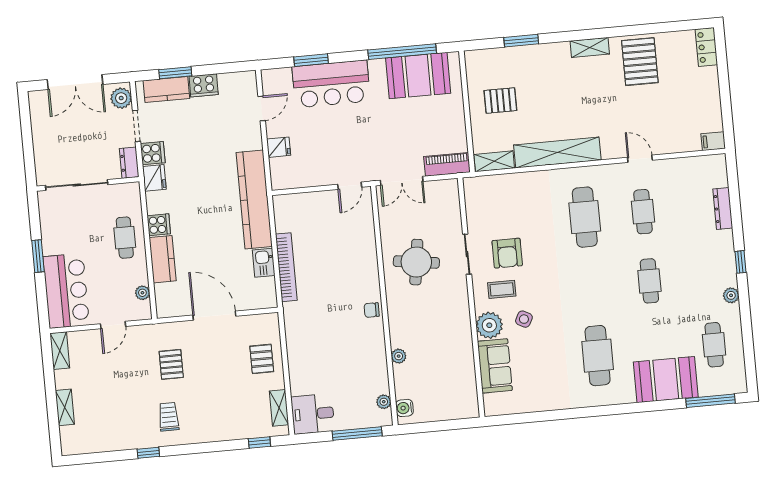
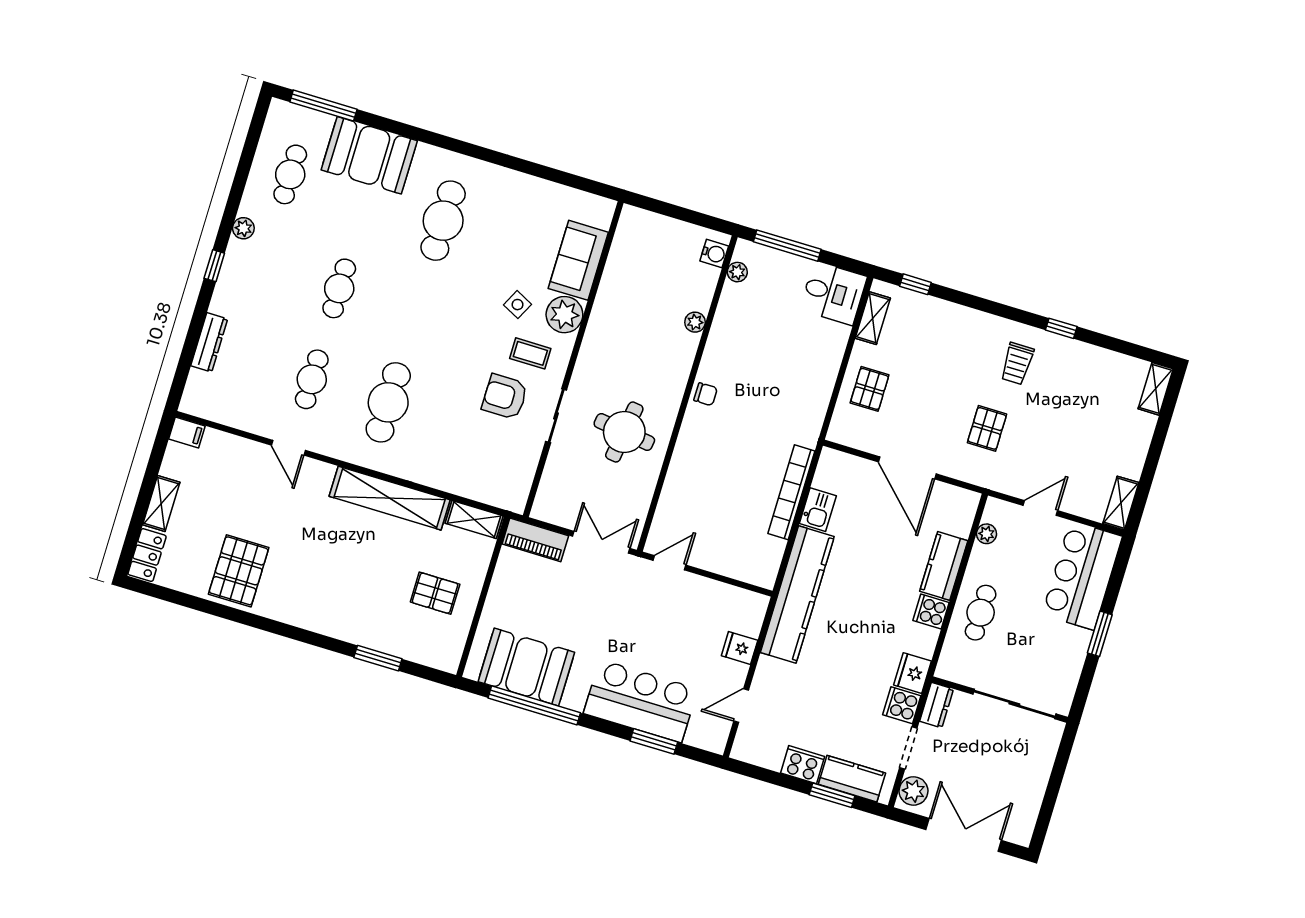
shelving: (590, 48) -> (161, 504), moved, turned 90
armchair: (507, 253) -> (505, 397), turned -90
shelving: (65, 407) -> (1156, 389), moved

